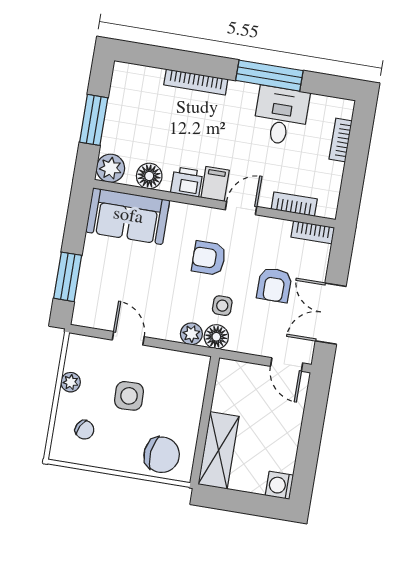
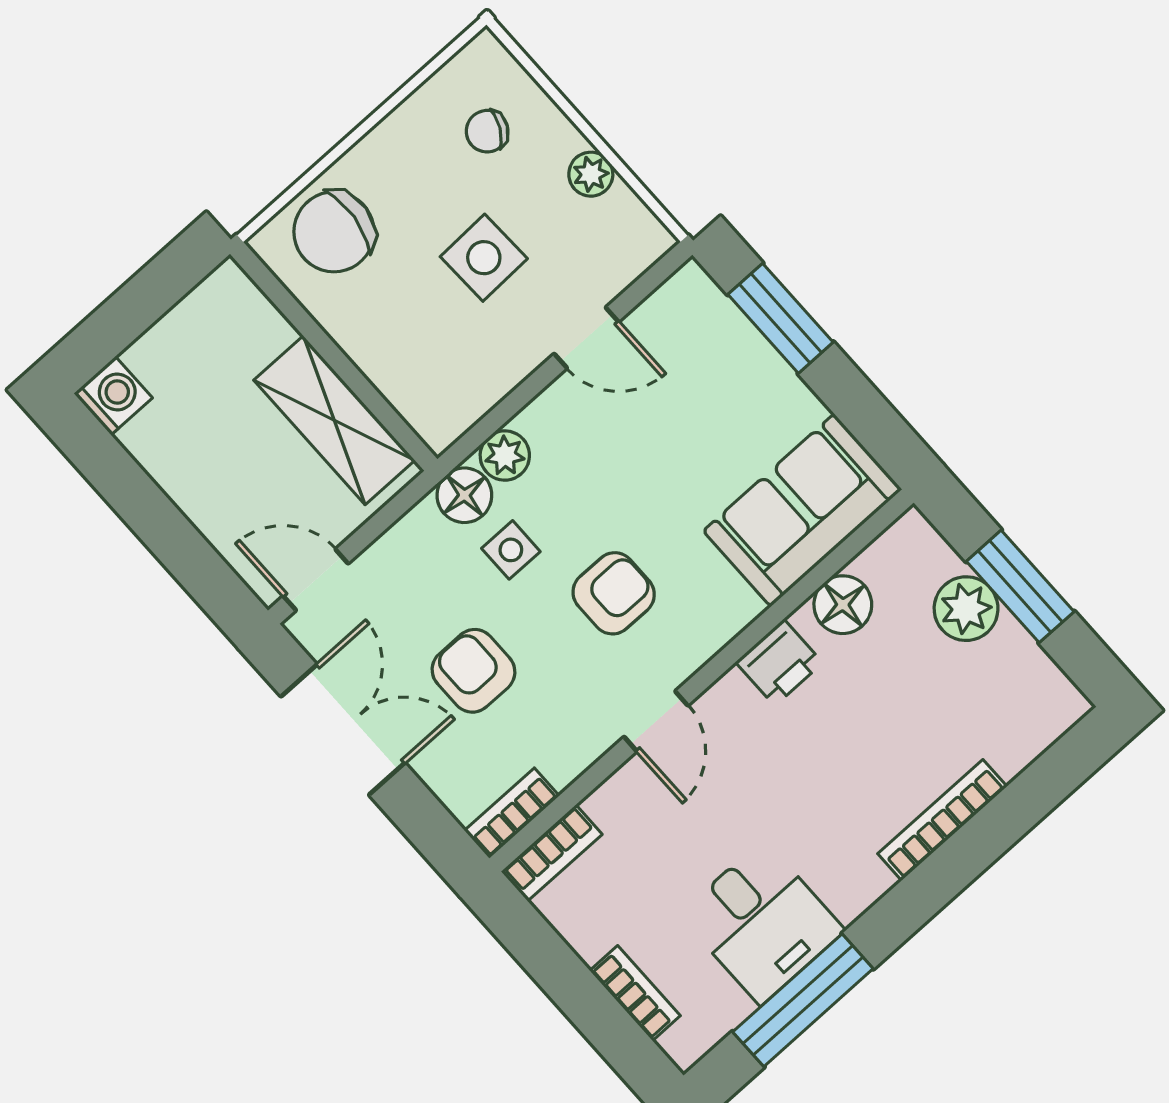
window: (269, 76) -> (803, 1000), moved
plant: (110, 168) -> (966, 609), moved
filing cabinet: (215, 184) -> (736, 710), removed
bookcase: (294, 204) -> (552, 853), moved
shelving: (219, 450) -> (334, 420), moved

